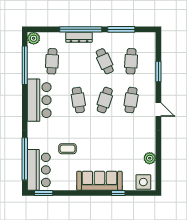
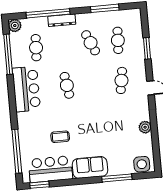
window: (81, 29) -> (48, 13), moved
cafe table: (105, 100) -> (94, 83), removed
plant: (150, 158) -> (145, 127), moved
bar counter: (39, 170) -> (50, 169), moved, turned -90
sofa: (99, 181) -> (90, 167), width x0.73
window: (118, 193) -> (117, 178), width x2.17

